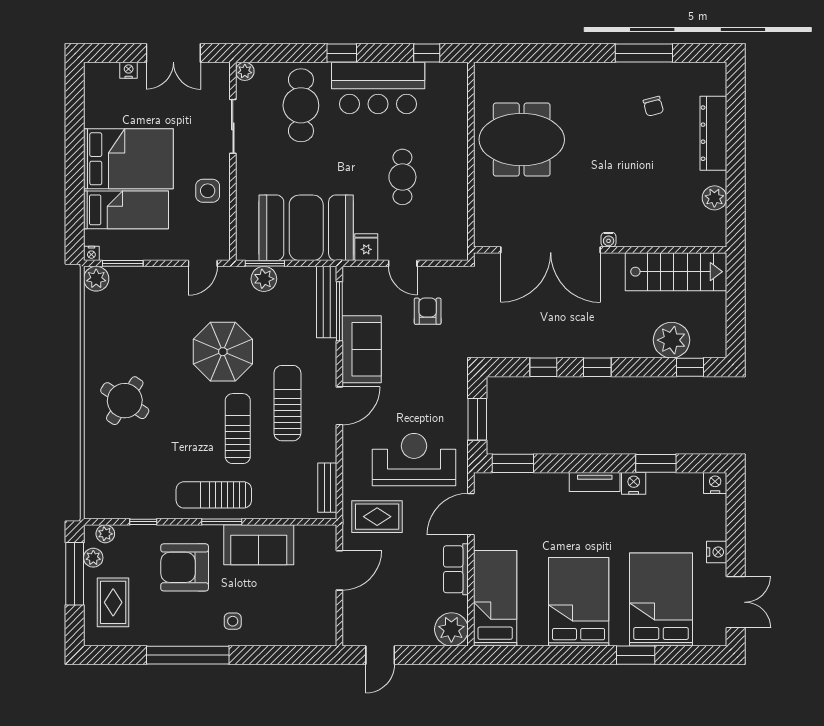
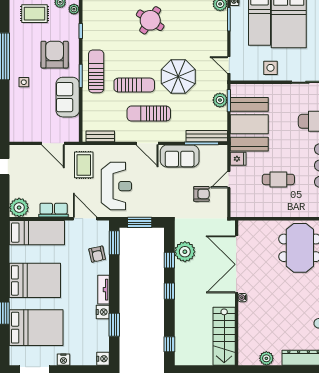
plant: (672, 340) -> (185, 252), moved
sun lounger: (287, 403) -> (149, 114), turned 180
armchair: (533, 493) -> (97, 254), added

